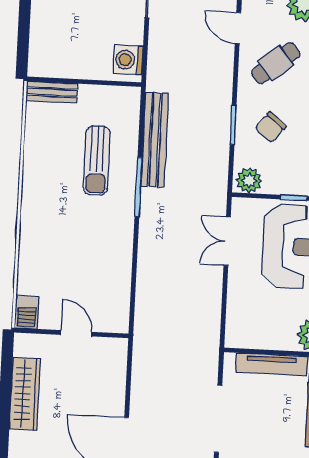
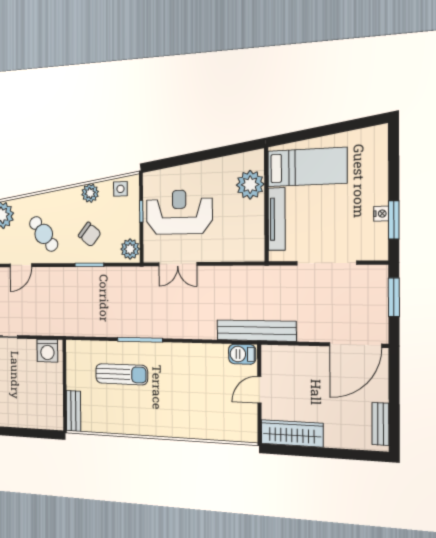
bench: (155, 140) -> (256, 331), moved
barbecue: (27, 312) -> (242, 354), moved, turned 180
wardrobe: (25, 394) -> (292, 433), moved

